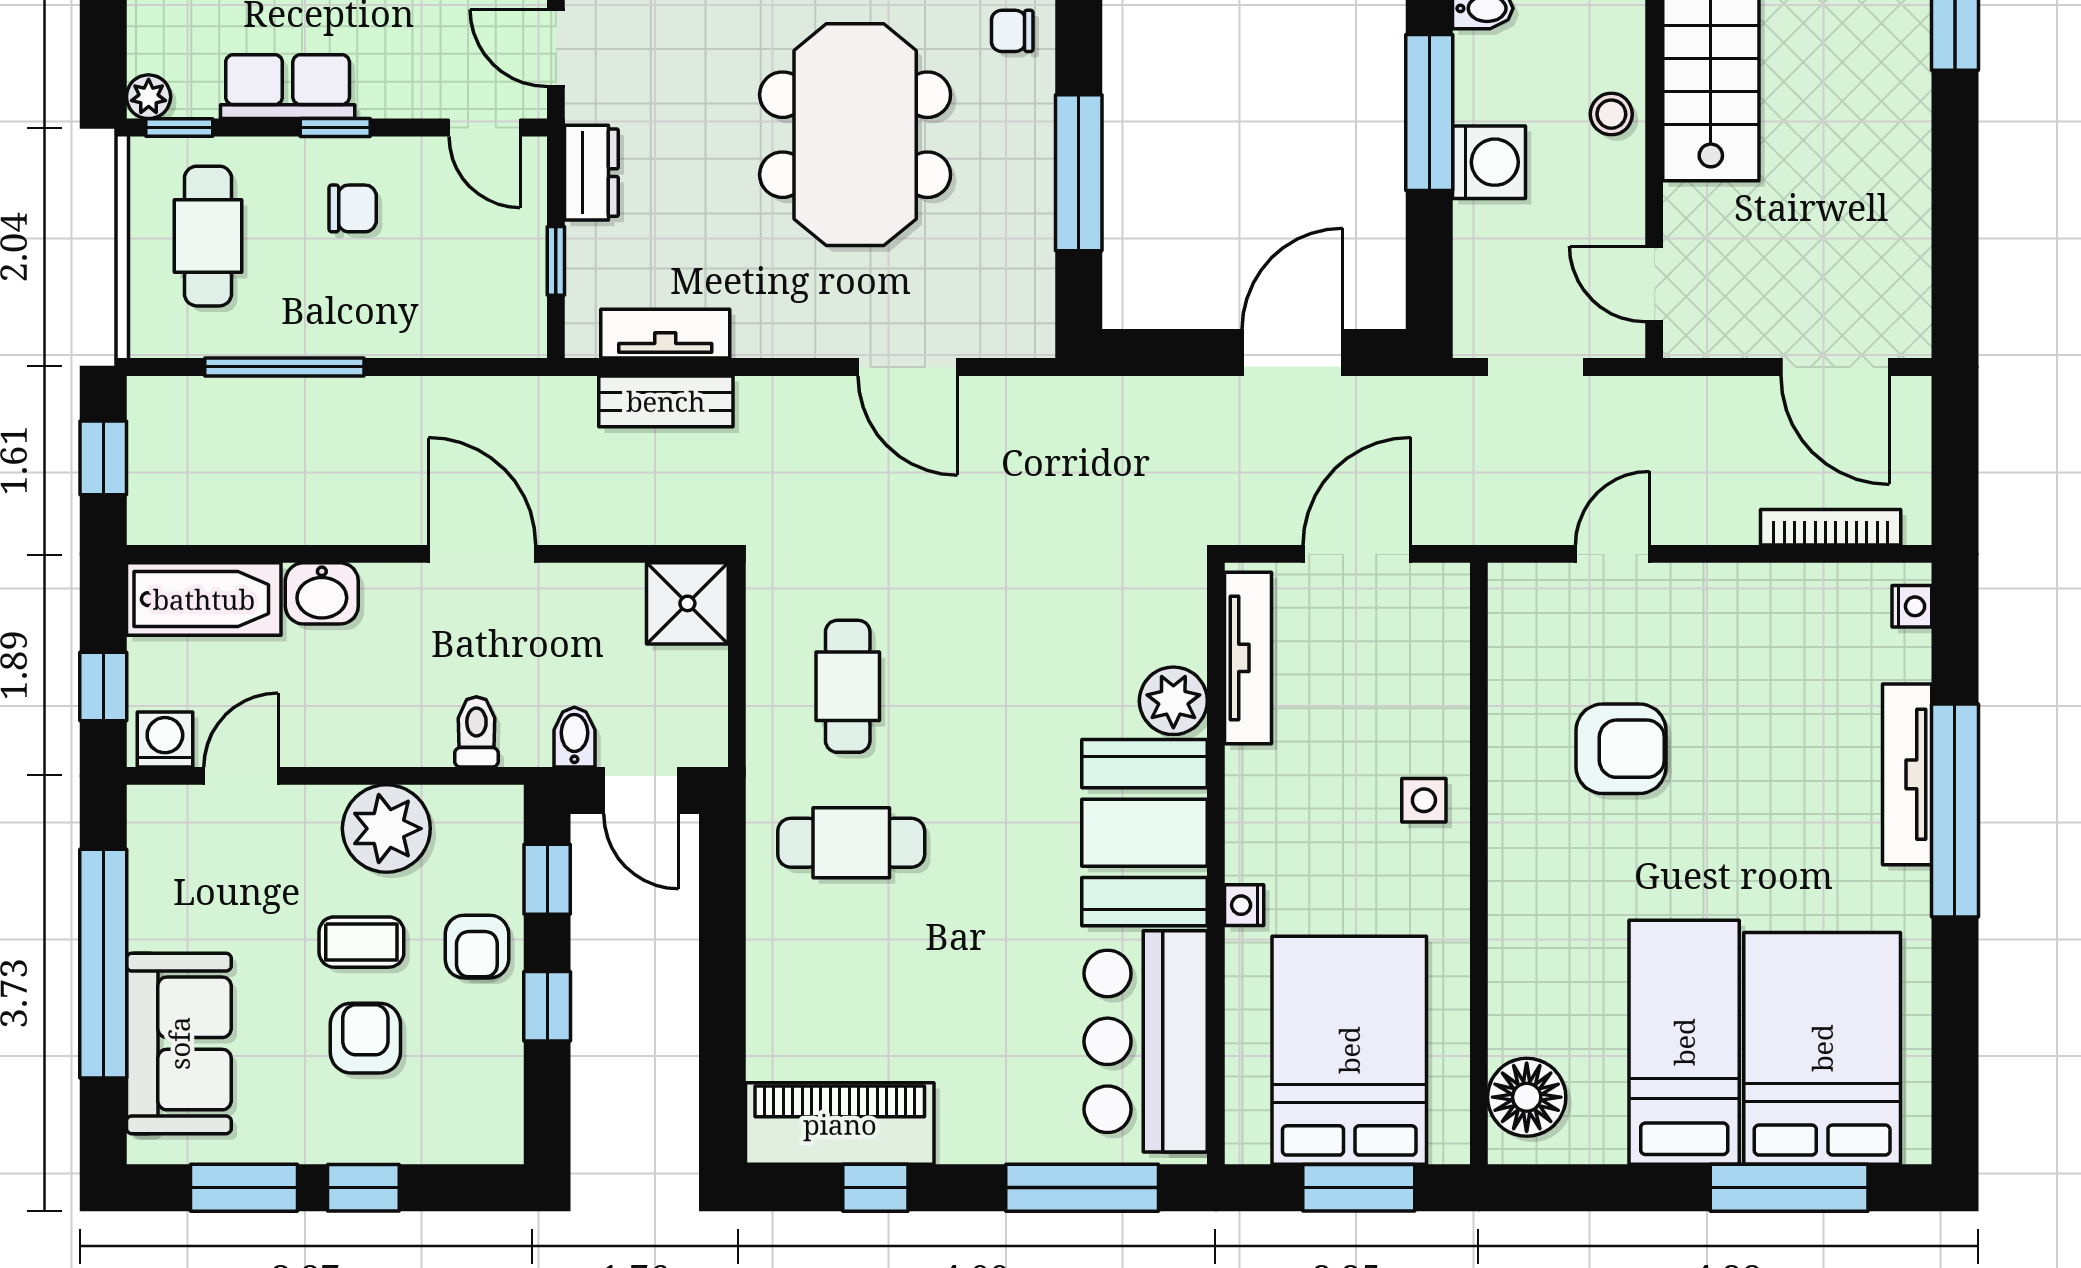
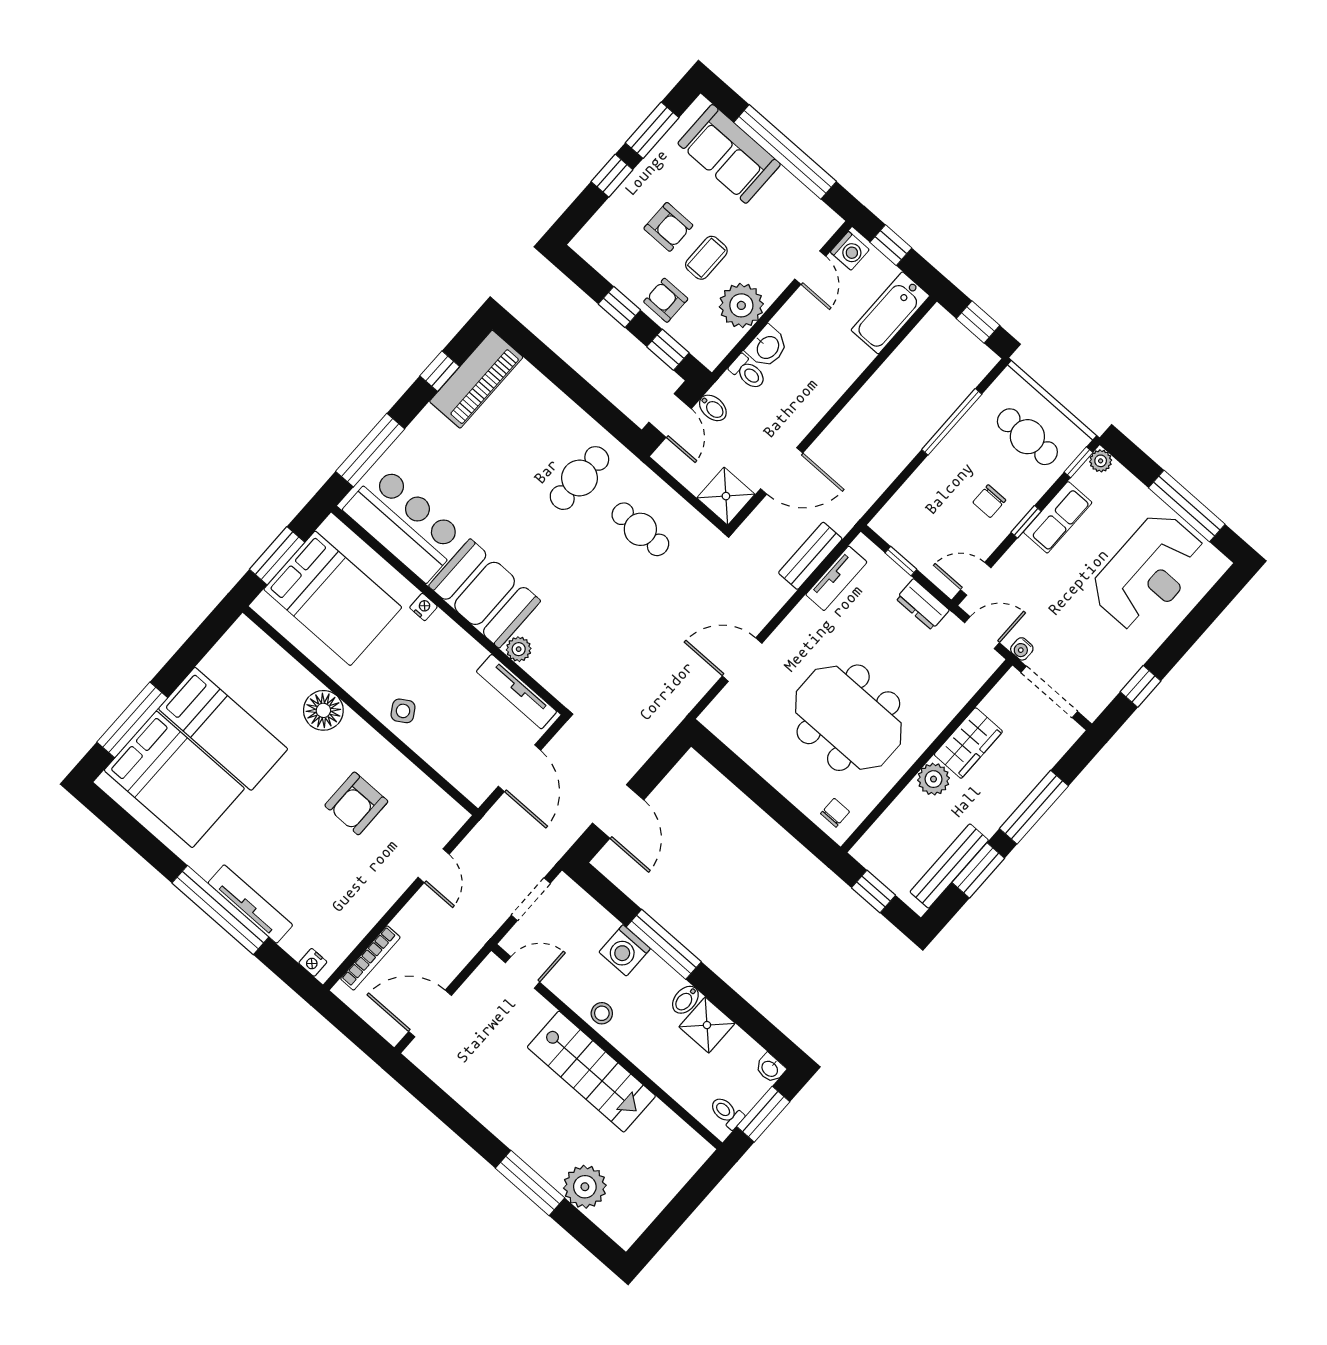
window: (1079, 173) -> (759, 790), removed
door: (482, 554) -> (782, 471), moved
washbasin: (322, 593) -> (767, 347), moved, turned 180
plant: (1173, 701) -> (519, 649), width x0.73, depth x0.73
door: (641, 791) -> (670, 415), swing flipped
side table: (1424, 800) -> (403, 711), turned -32
floor lamp: (1527, 1097) -> (323, 710), moved

